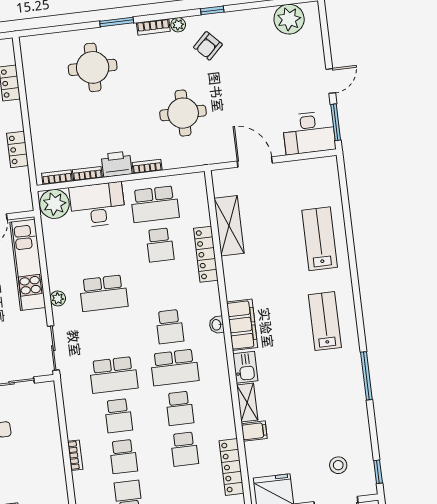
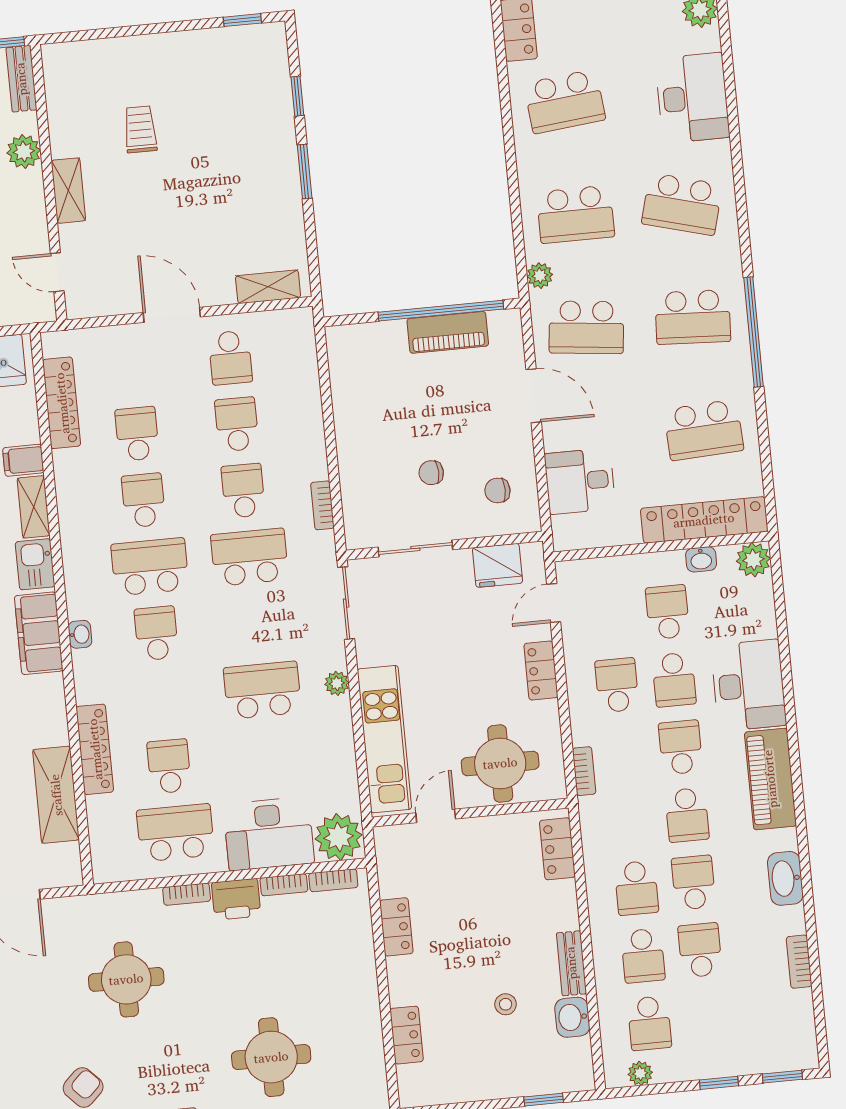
bookcase: (75, 455) -> (322, 505), moved

